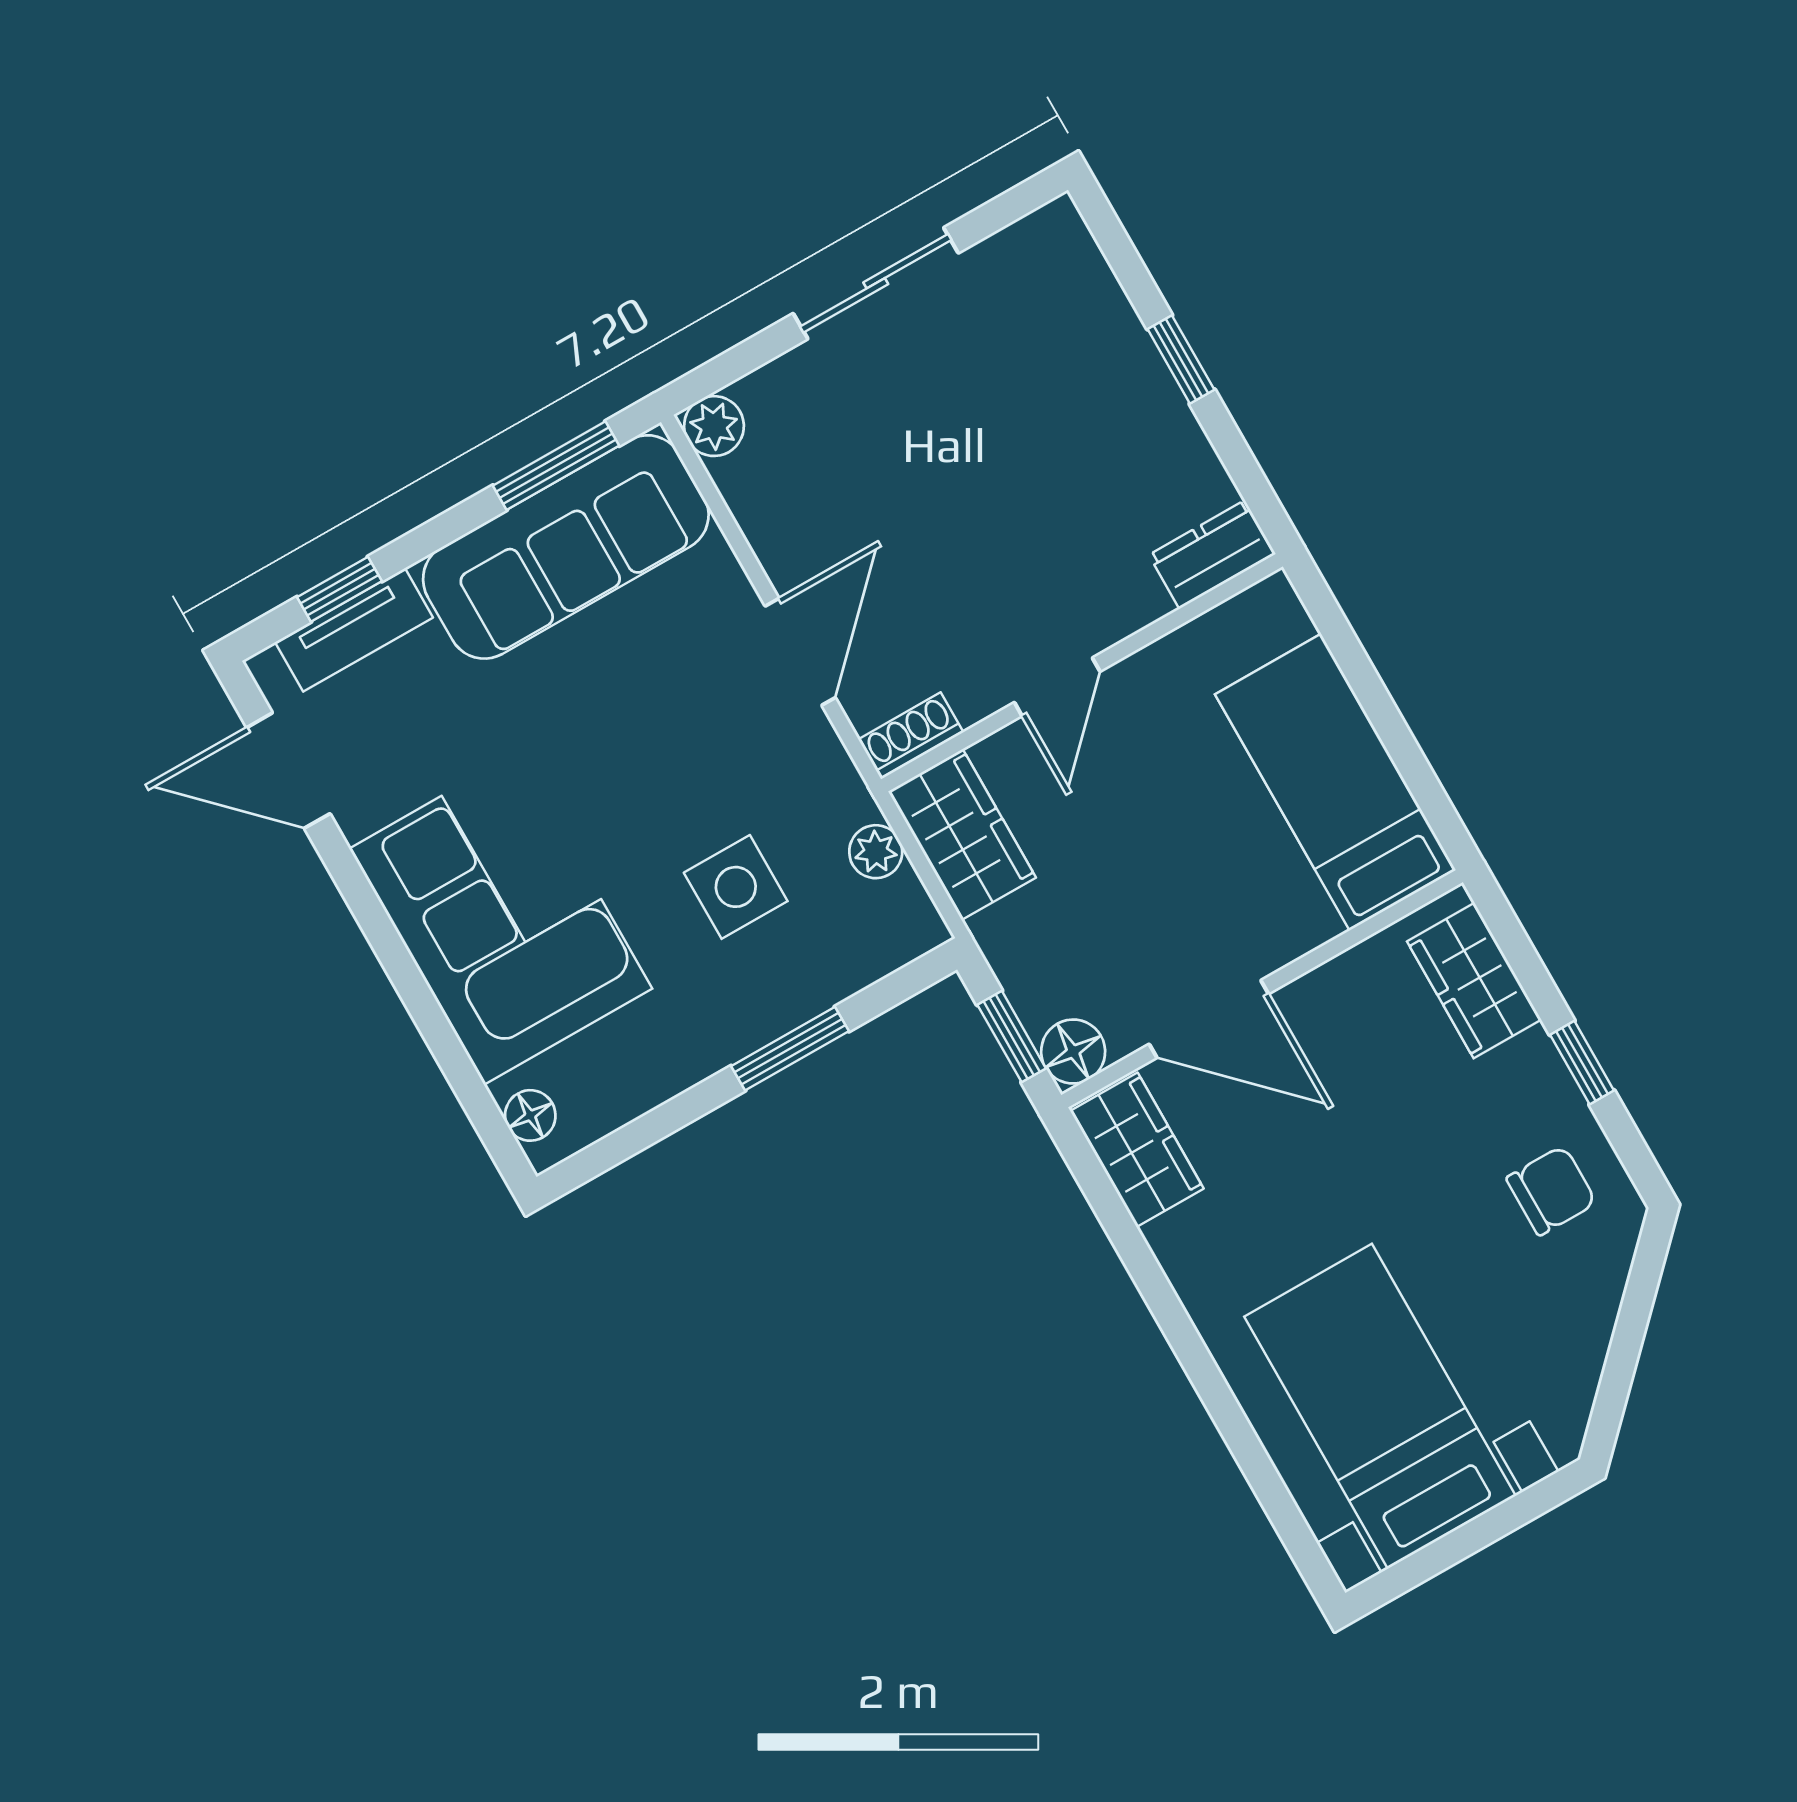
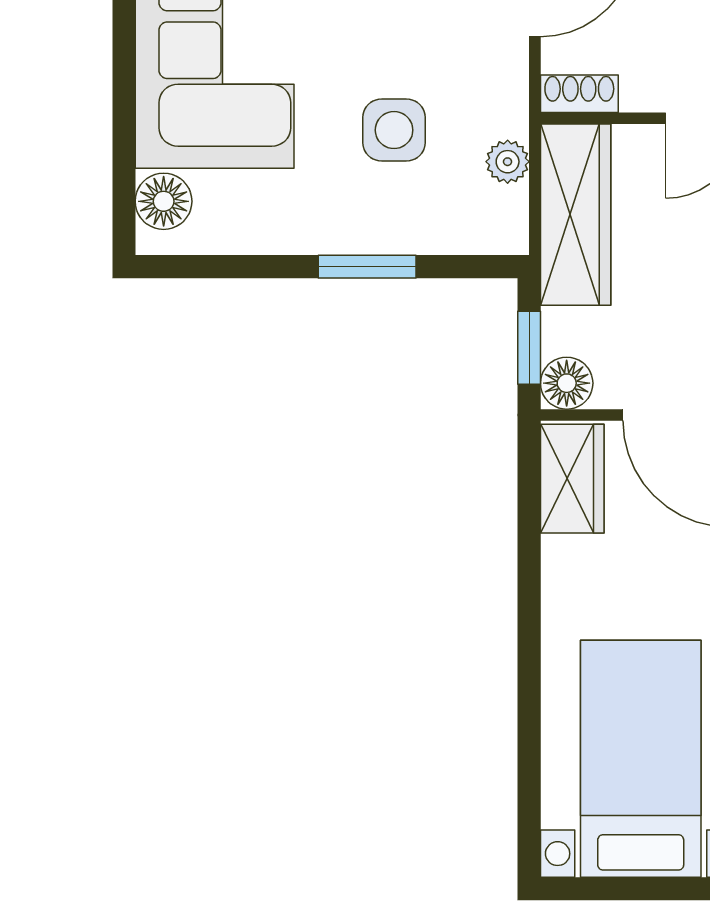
wardrobe: (962, 835) -> (576, 215), width x1.50
floor lamp: (530, 1115) -> (164, 201), width x1.37, depth x1.37

